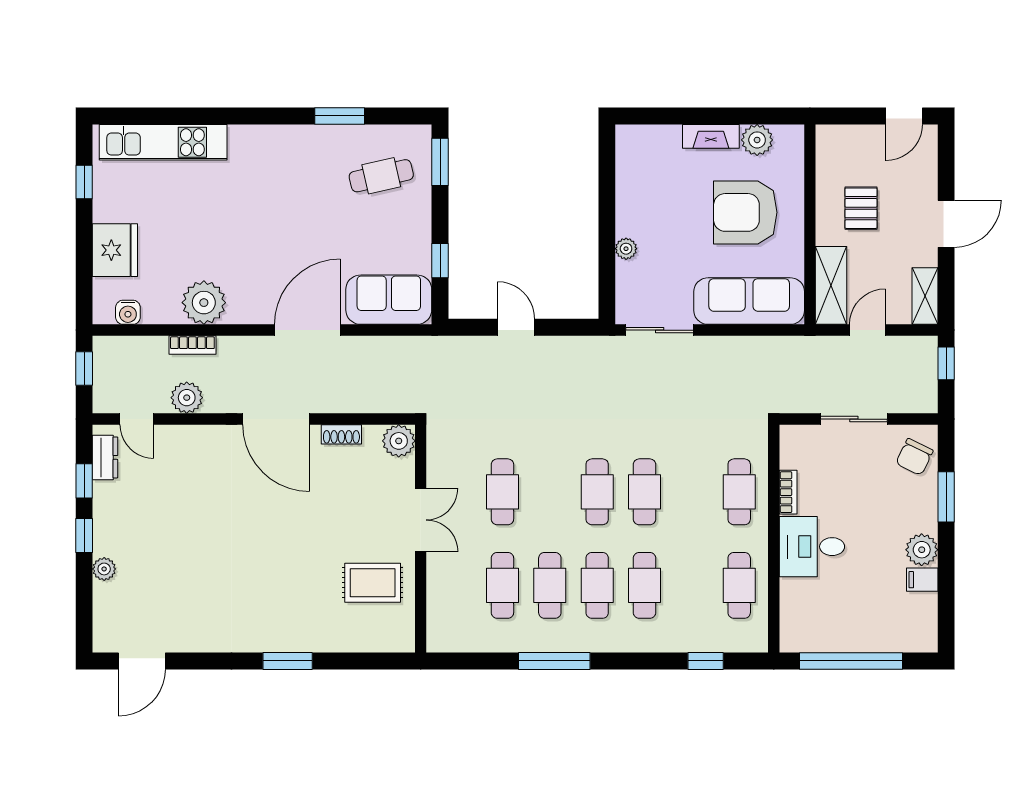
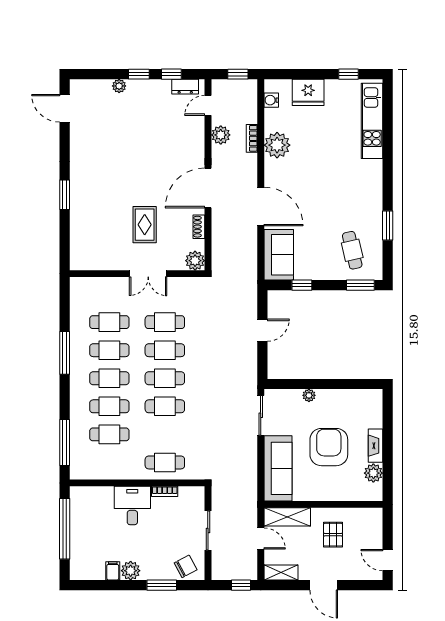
pallet: (861, 208) -> (333, 535), turned 90
armchair: (745, 212) -> (329, 447), moved
chair: (914, 457) -> (186, 566), turned 126
cafe table: (550, 492) -> (165, 350), added
rug: (373, 583) -> (145, 225), moved
cafe table: (739, 585) -> (109, 434), moved
window: (706, 661) -> (65, 443), width x2.17

